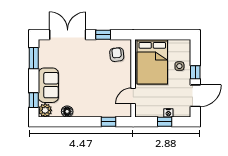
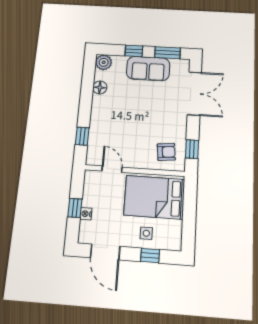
window: (103, 35) -> (192, 149), moved
window: (195, 72) -> (150, 256), moved
sofa: (48, 85) -> (148, 68), moved
window: (34, 100) -> (134, 51), moved

